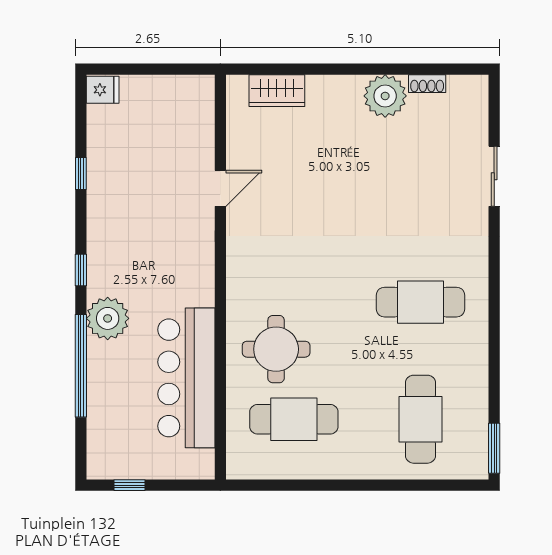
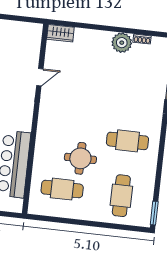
wardrobe: (277, 91) -> (60, 33), moved
round table: (276, 349) -> (80, 158), moved

